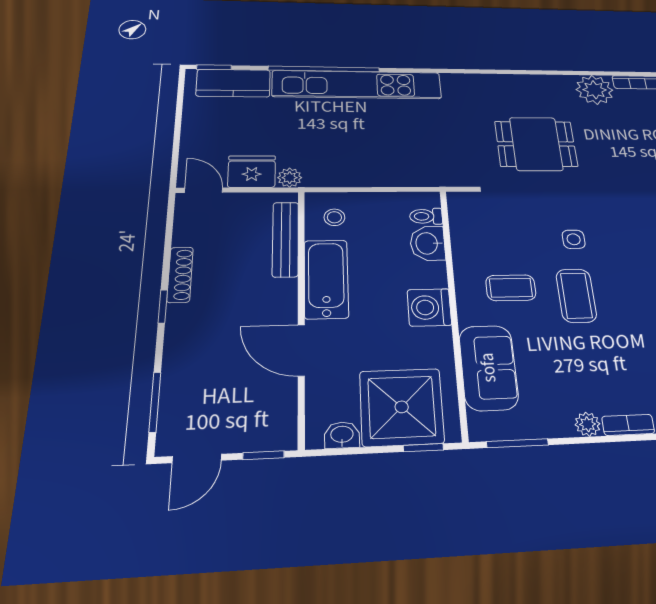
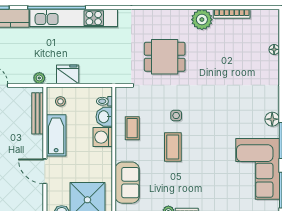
fridge: (252, 172) -> (68, 74), moved
coffee table: (511, 288) -> (132, 128), moved, turned 90
washing machine: (429, 307) -> (103, 137), moved

